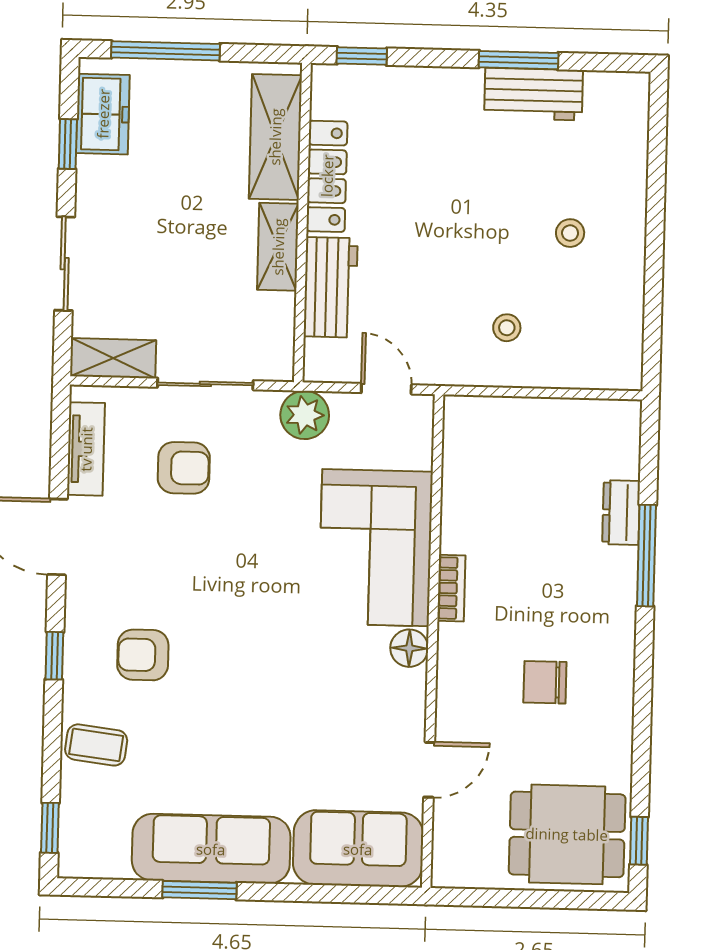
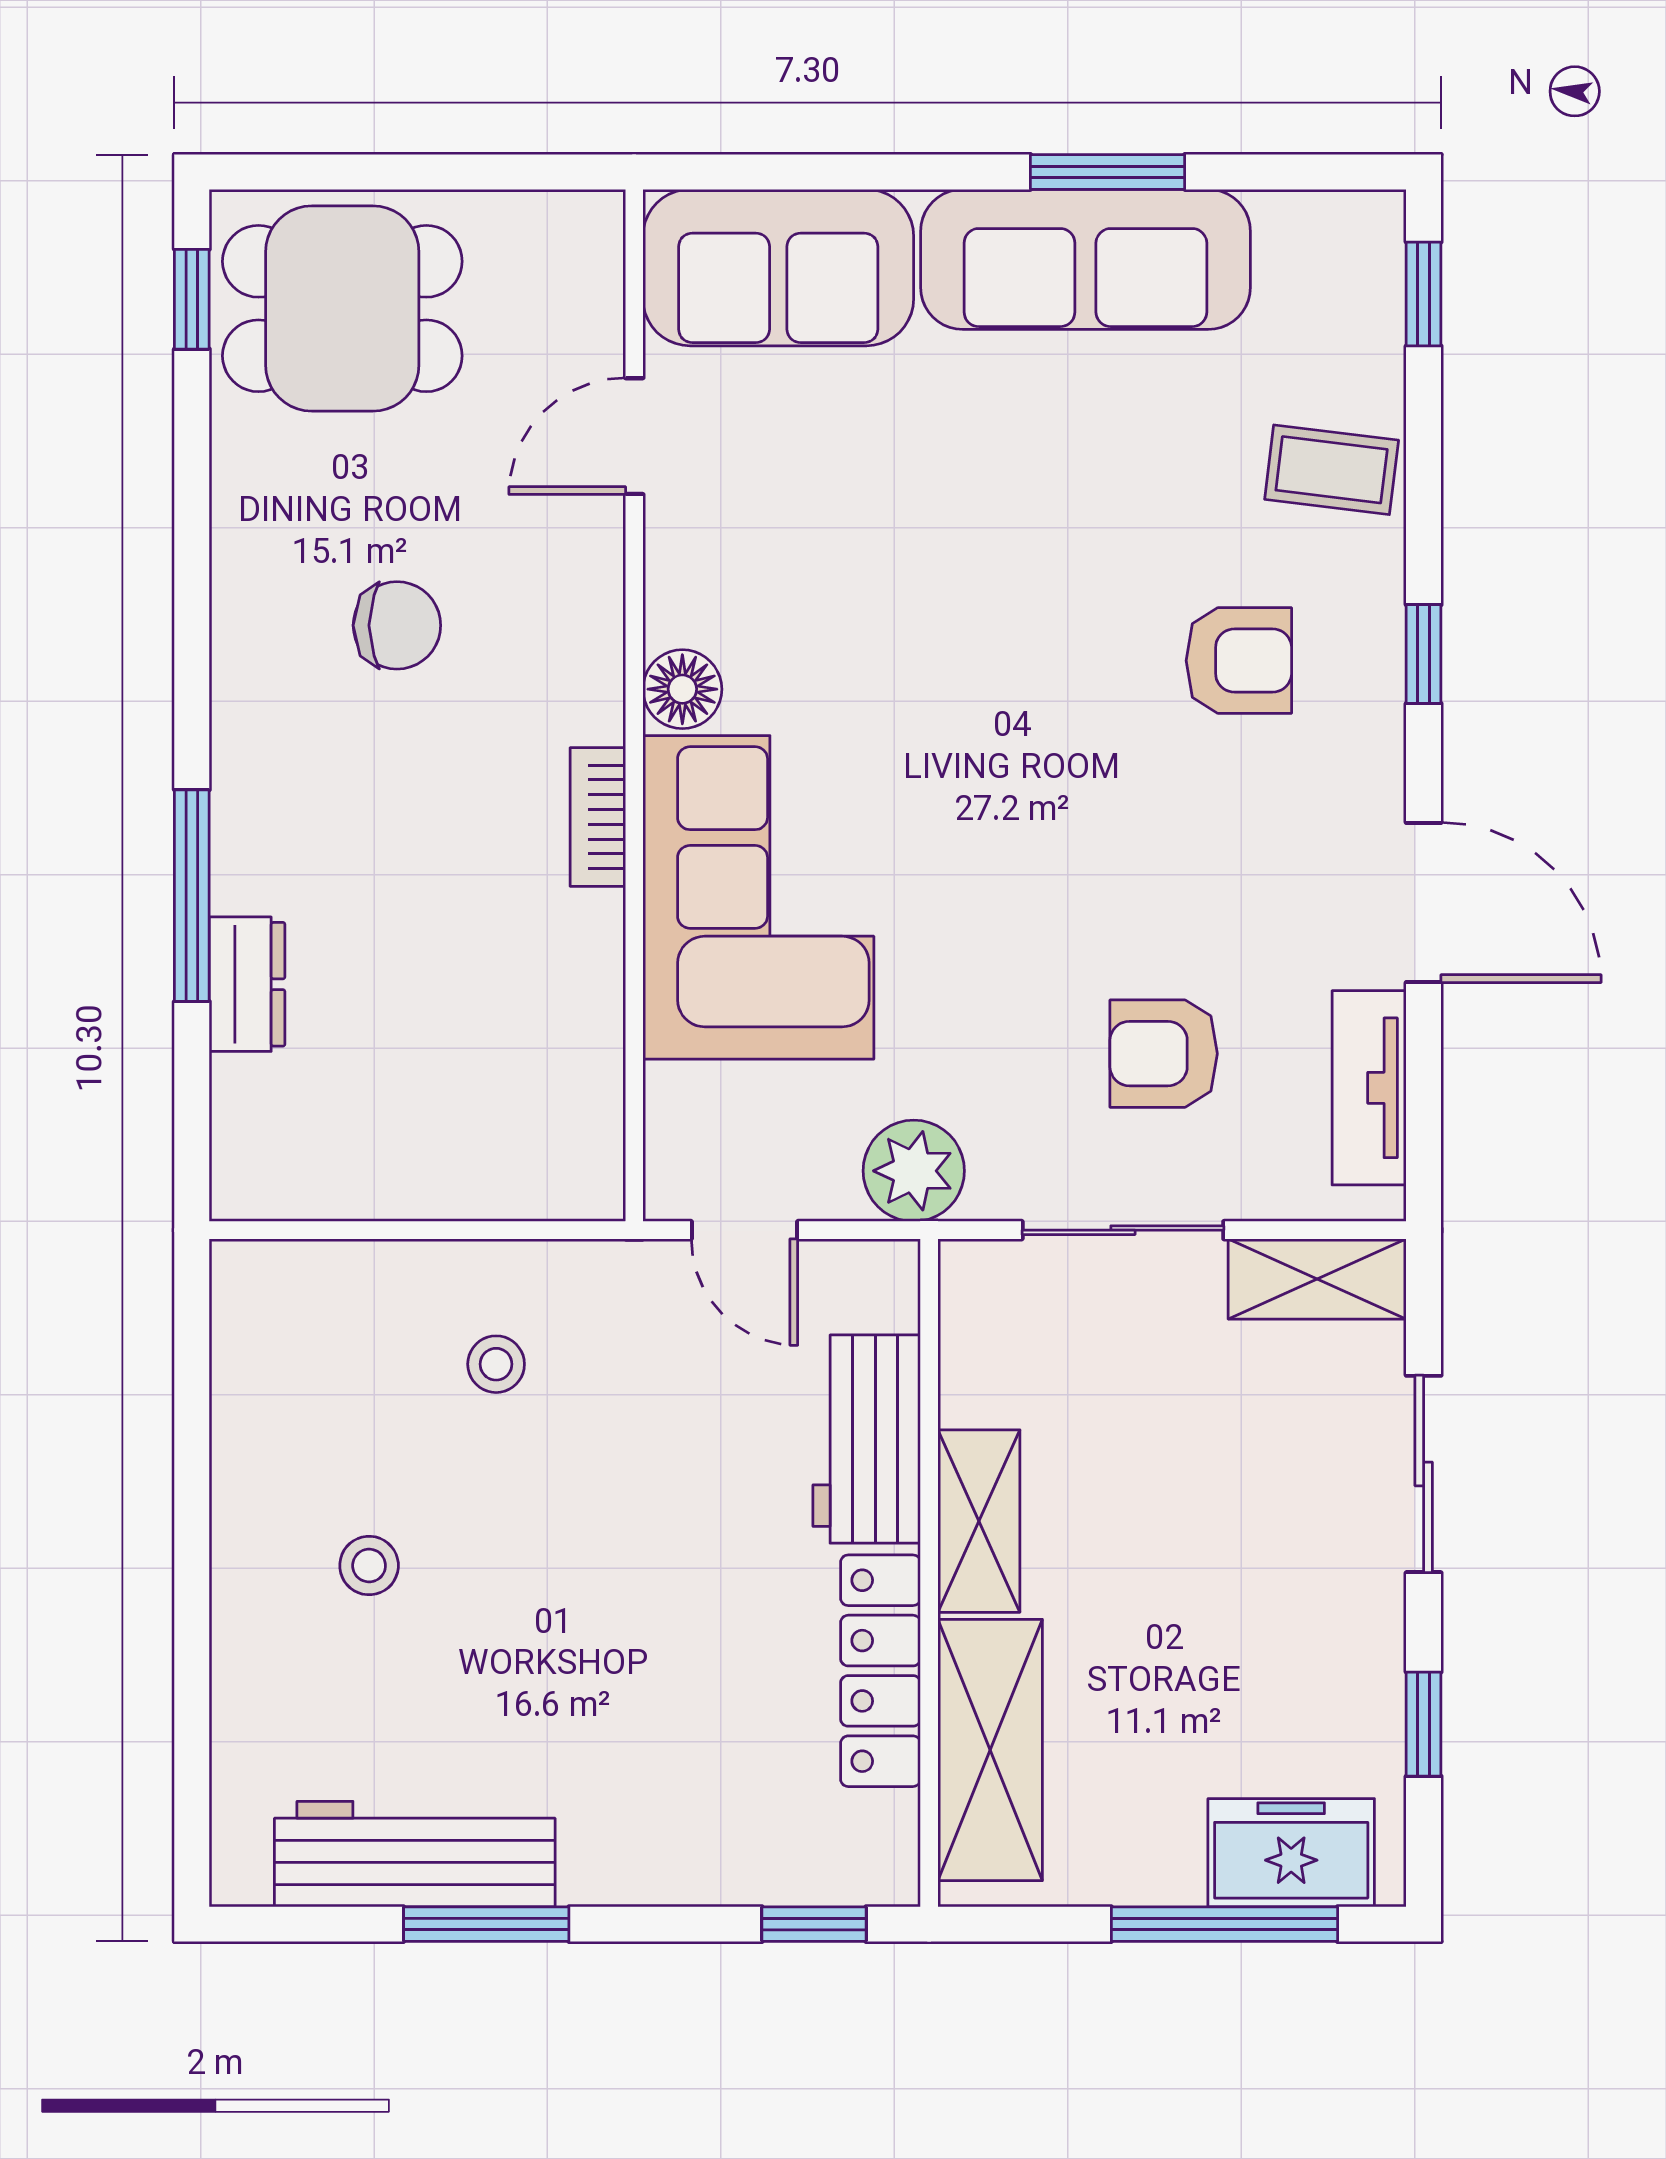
workbench: (534, 94) -> (415, 1854), width x1.38
freezer: (103, 114) -> (1291, 1853), moved, turned 90

